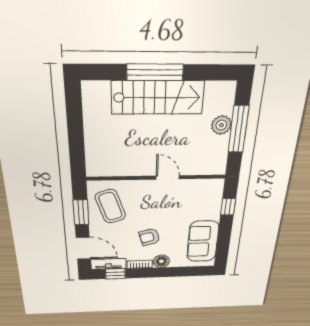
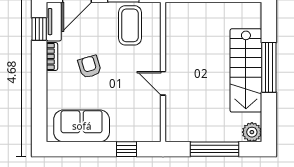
plant: (221, 125) -> (252, 132), moved
door: (168, 177) -> (163, 83), swing flipped
coffee table: (110, 206) -> (130, 25), turned -72
floor lamp: (161, 261) -> (55, 81), removed

